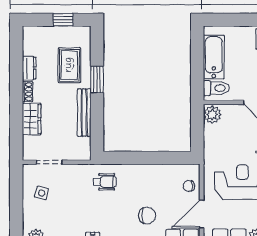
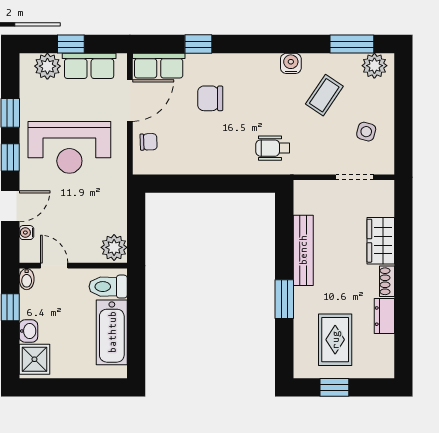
rug: (69, 65) -> (335, 340), moved
coffee table: (70, 218) -> (324, 95), added

